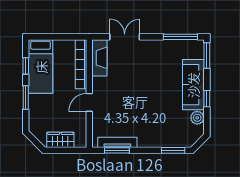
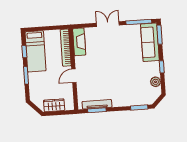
double door: (125, 37) -> (108, 24), moved
sofa: (193, 85) -> (150, 42), moved

